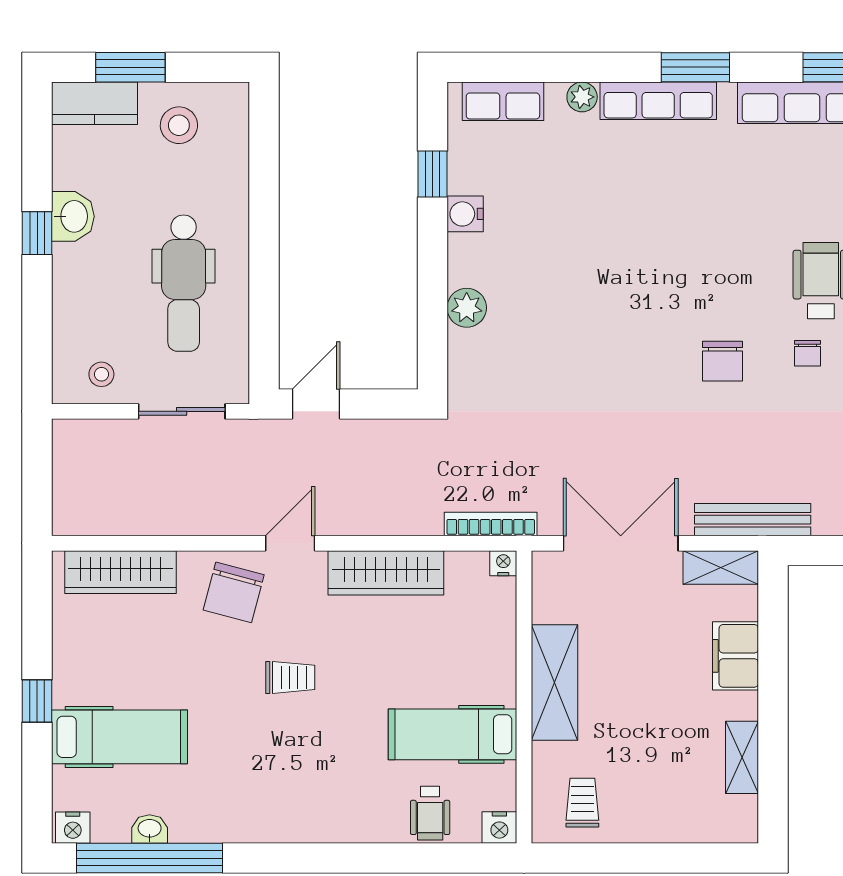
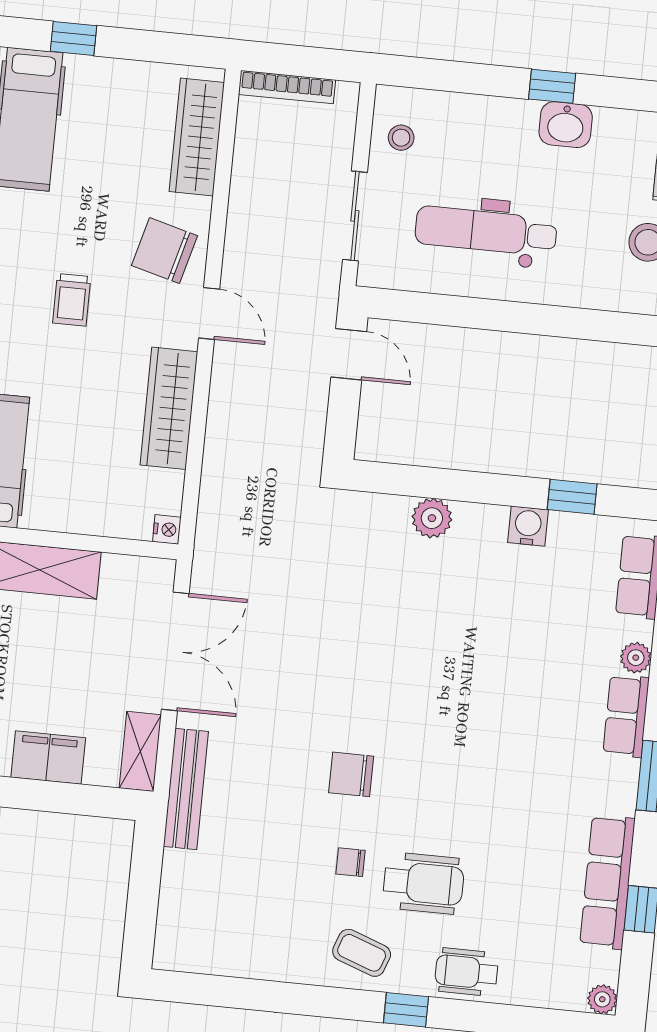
row of seats: (658, 101) -> (626, 716), width x0.68
bookcase: (491, 524) -> (287, 87), moved, turned 90

